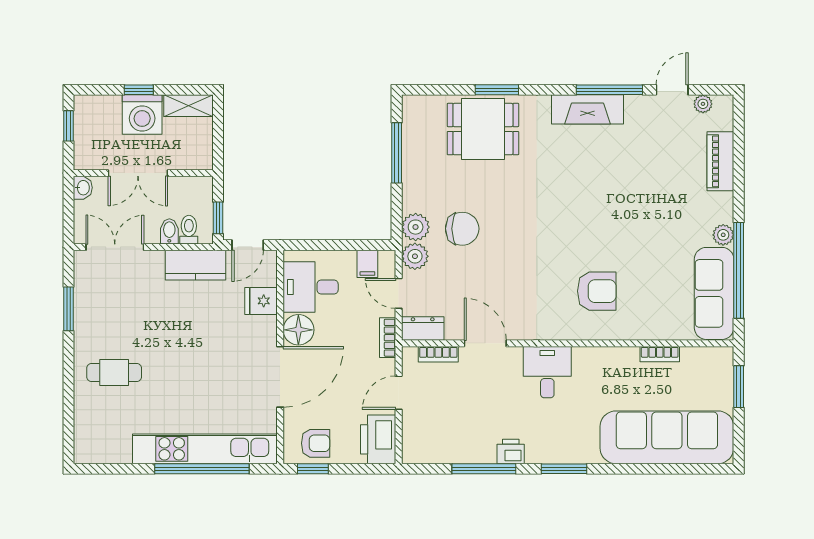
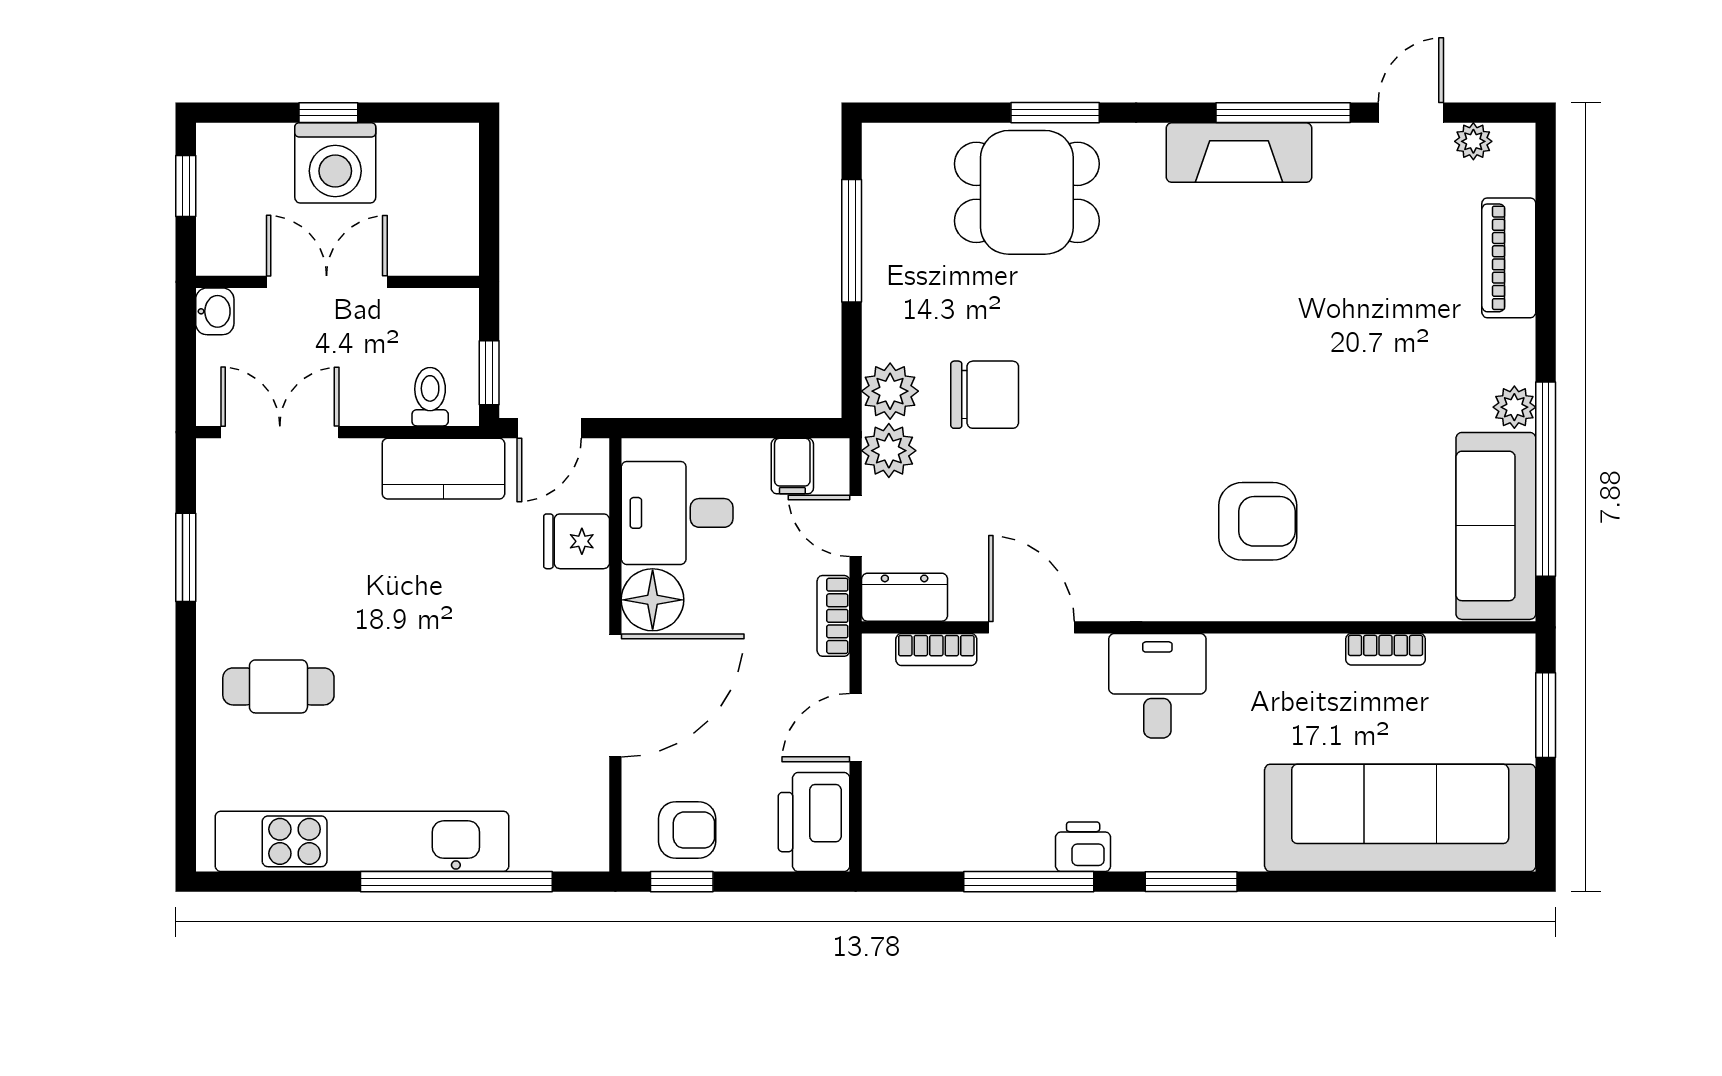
shelving: (189, 106) -> (429, 145), removed
double door: (138, 173) -> (327, 282), swing flipped
bidet: (169, 231) -> (390, 400), removed
kitchen unit: (205, 449) -> (362, 841), moved

